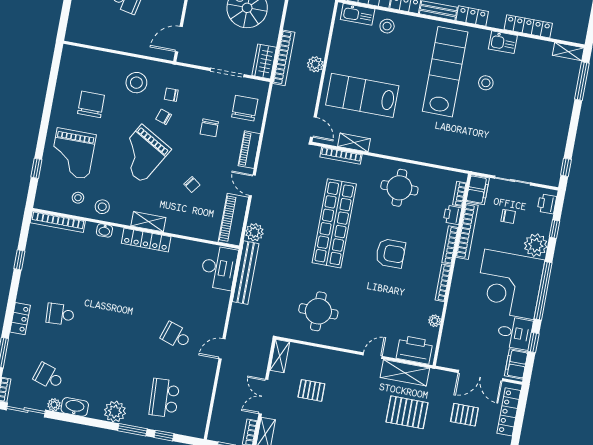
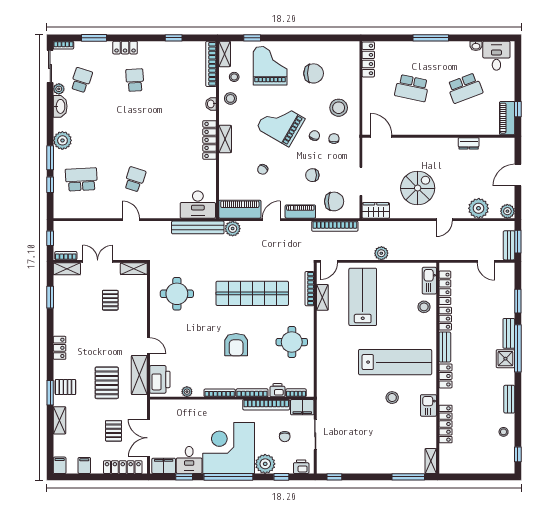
locker: (87, 38) -> (368, 59), added
bookcase: (284, 58) -> (335, 226), moved
grand piano: (73, 153) -> (270, 66), turned 90
shelving: (49, 204) -> (225, 54), added

